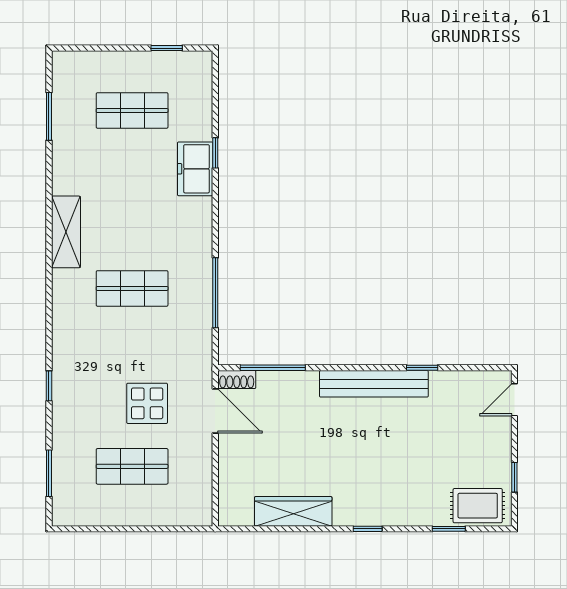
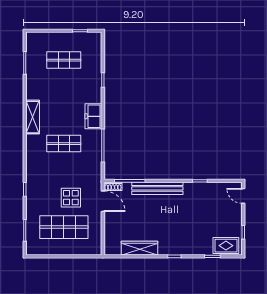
freezer: (195, 169) -> (93, 116), moved
bench: (374, 384) -> (157, 188), moved
door: (514, 400) -> (243, 196), hinge flipped
shop shelf: (132, 466) -> (64, 227), width x1.43, depth x1.36

